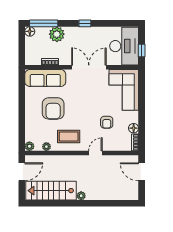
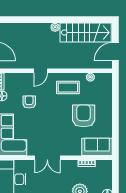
double door: (89, 67) -> (47, 158), width x0.73
sofa: (45, 78) -> (97, 147), width x0.73
plant: (29, 146) -> (108, 78), removed

